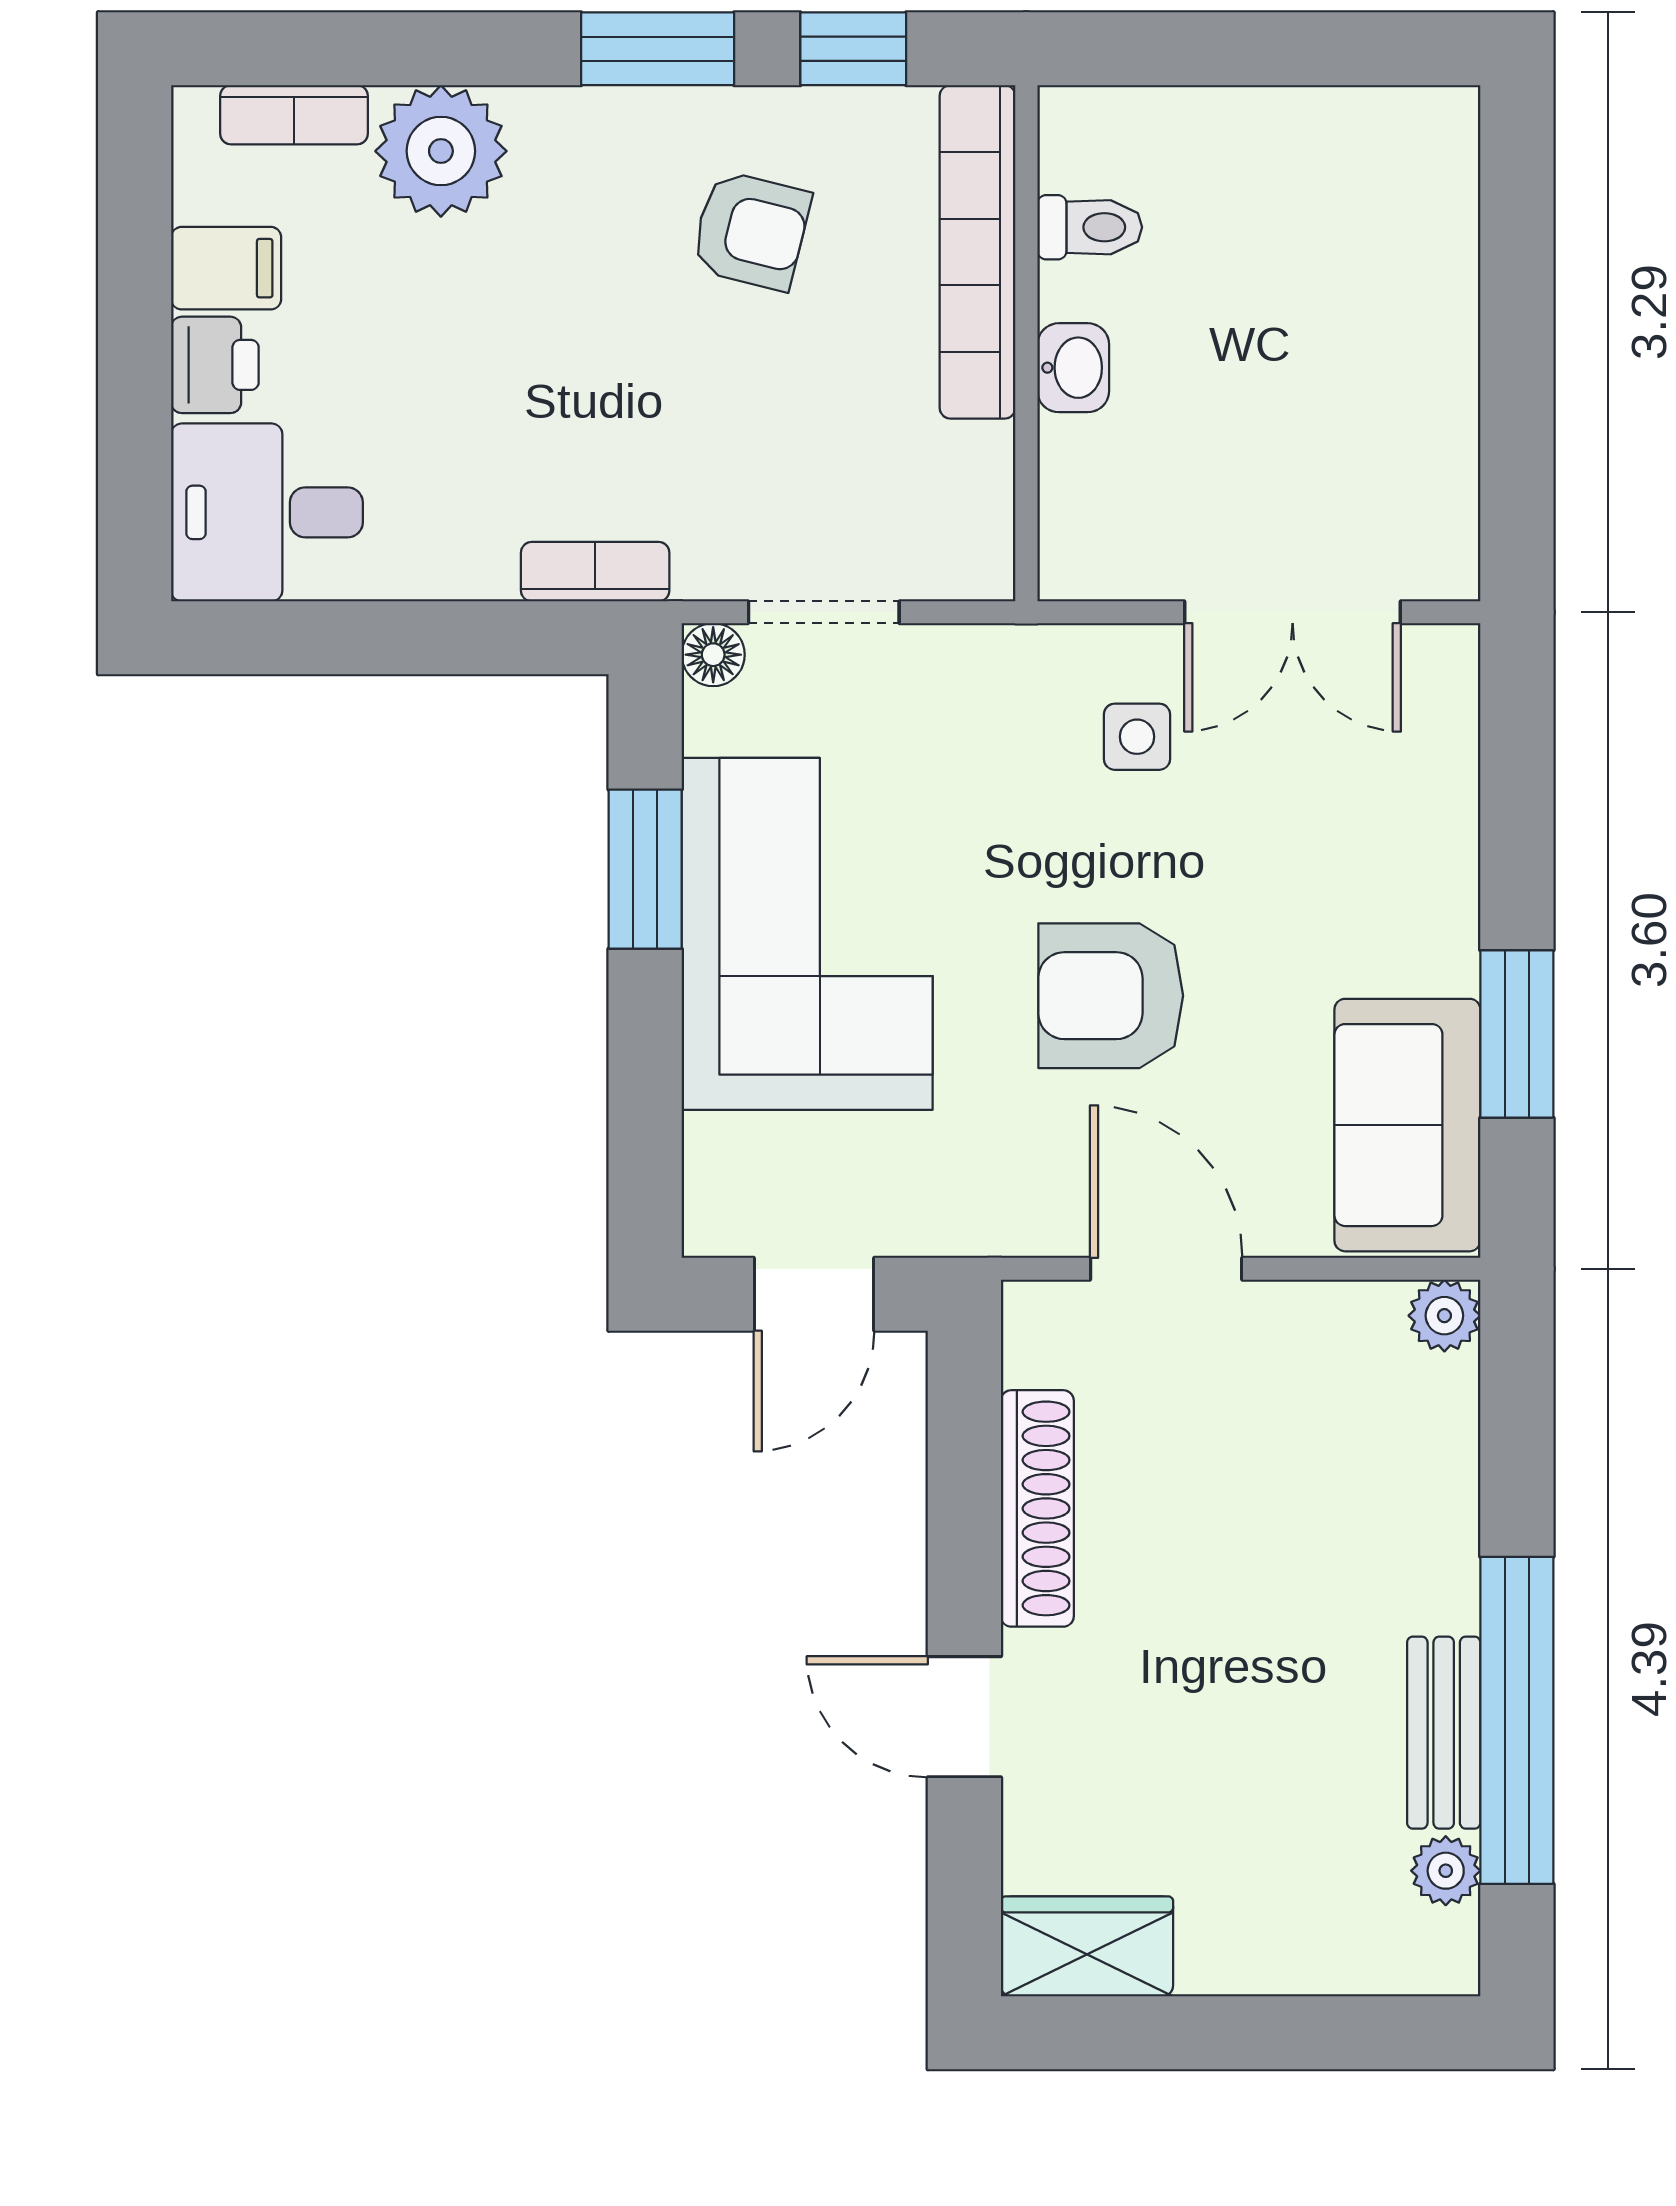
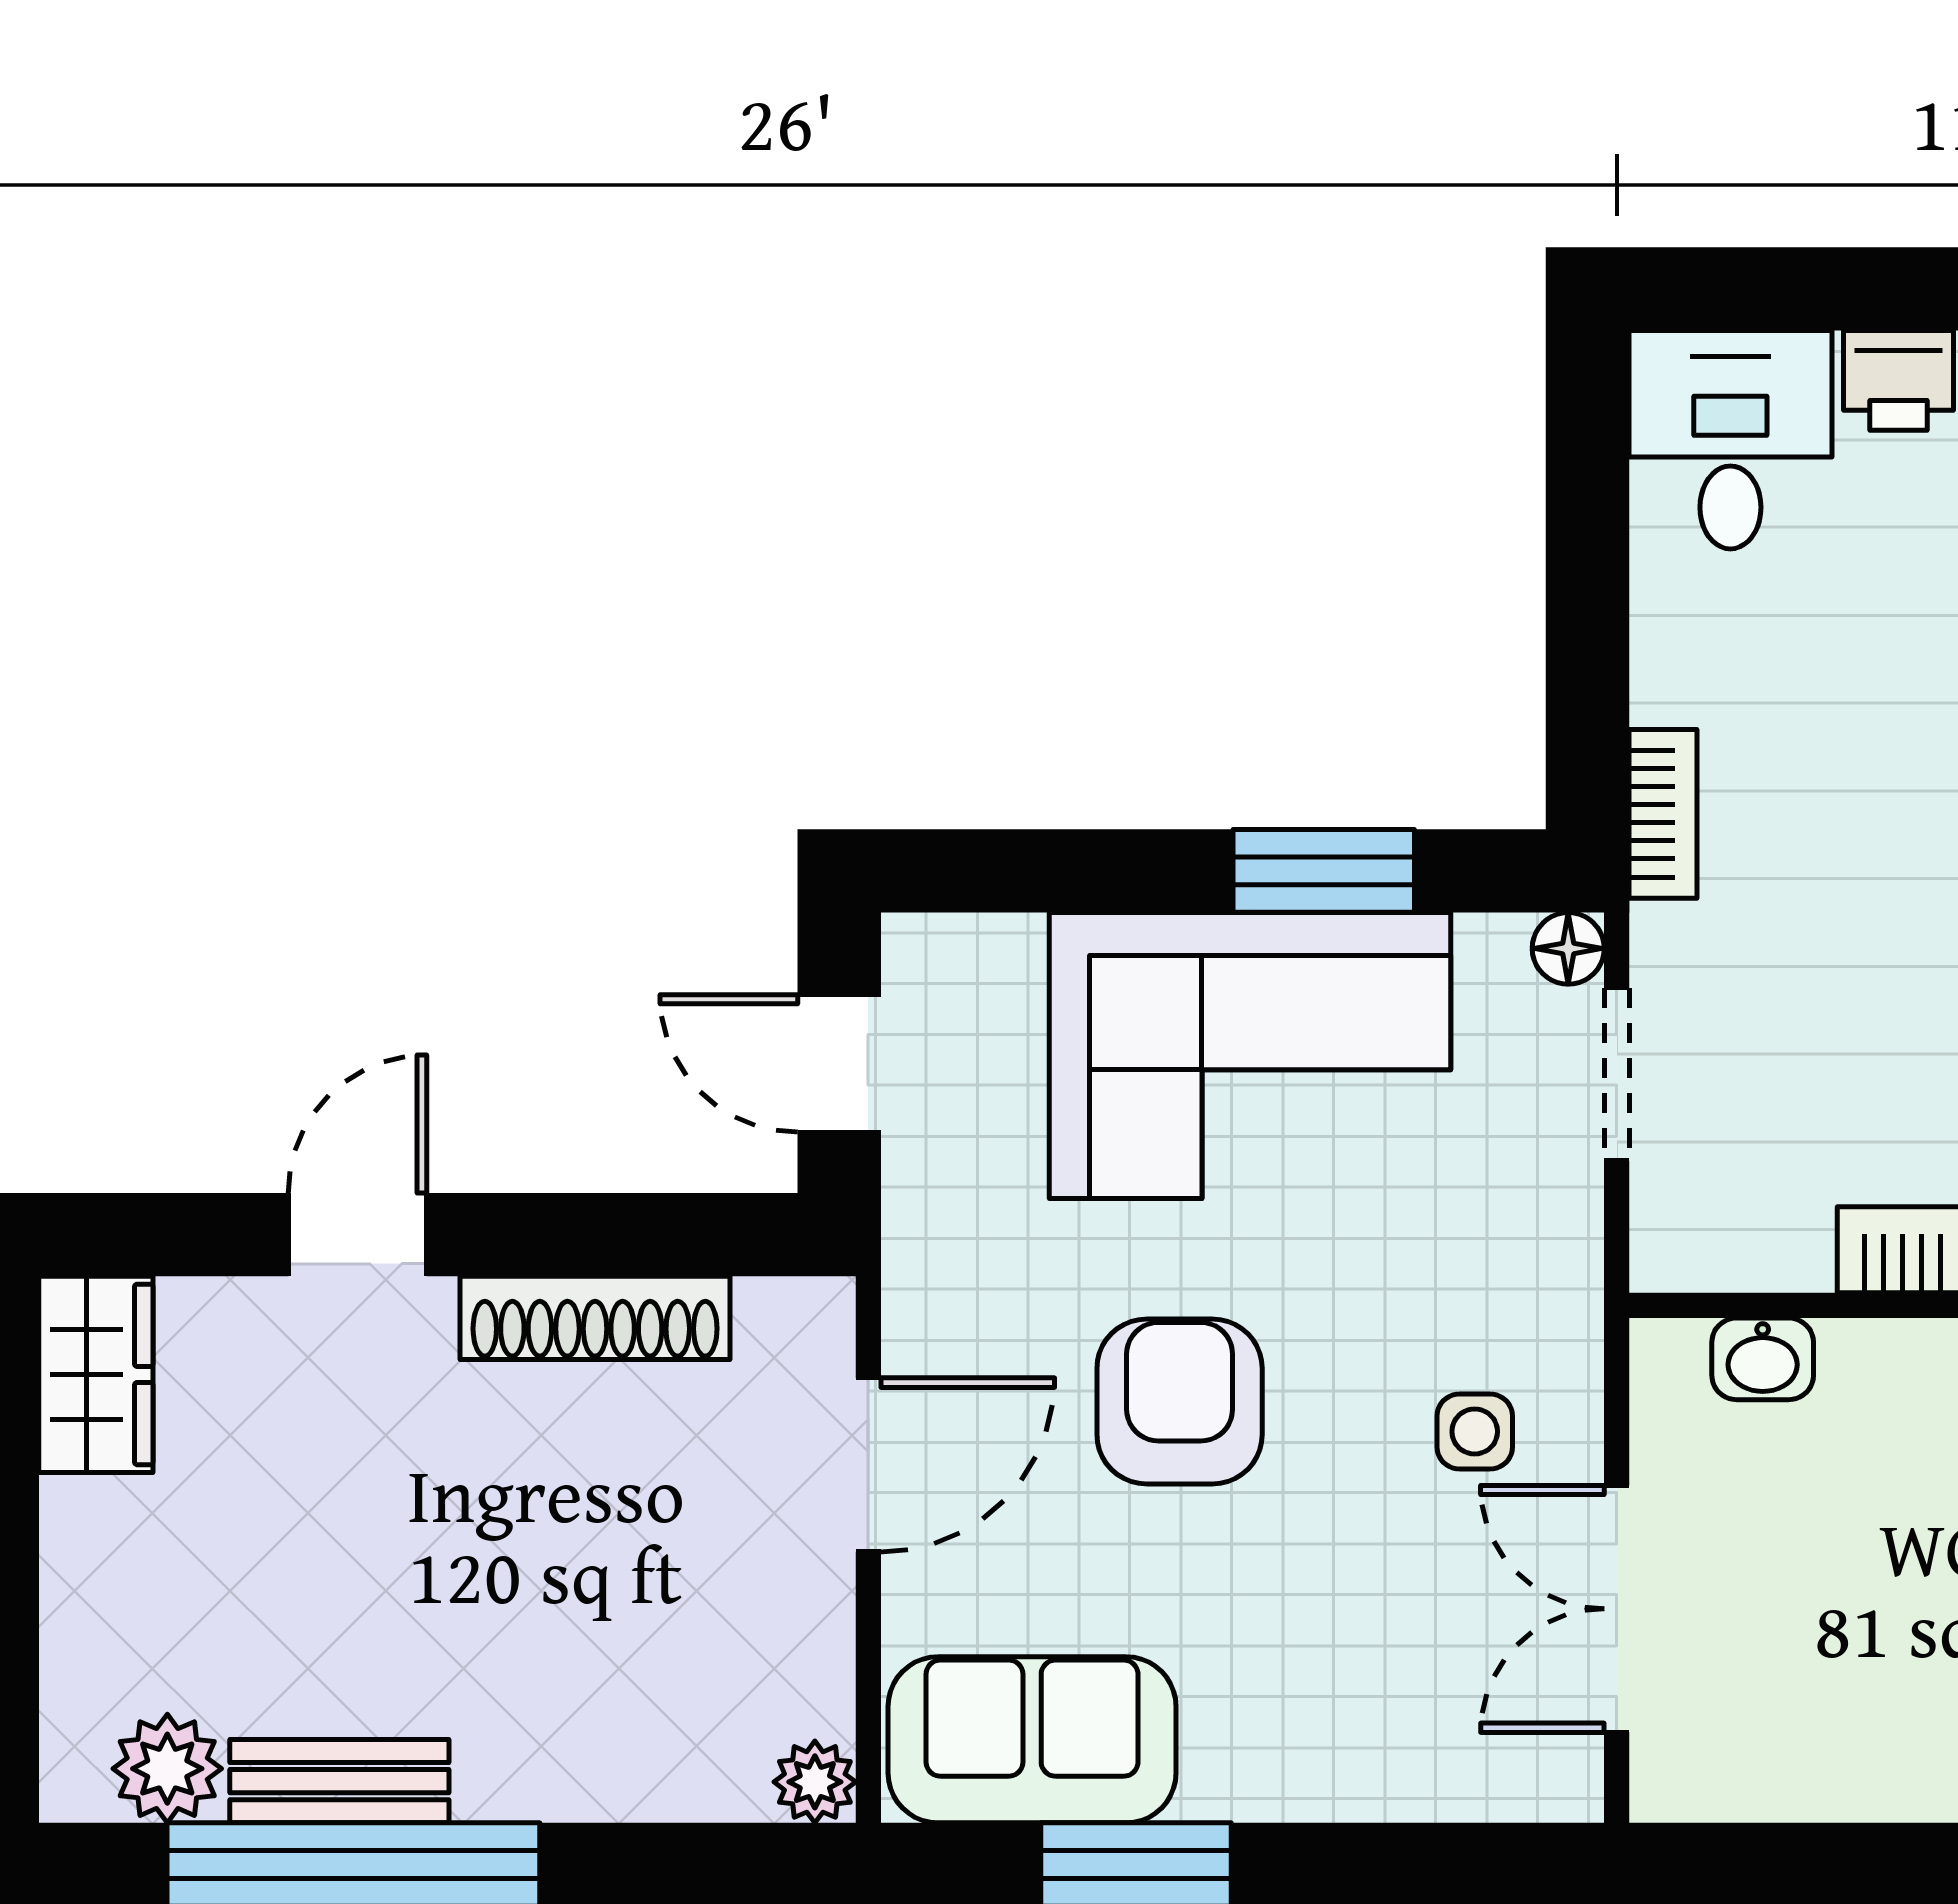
washbasin: (1073, 368) -> (1763, 1359), moved
plant: (1446, 1871) -> (167, 1769), width x1.38, depth x1.38

